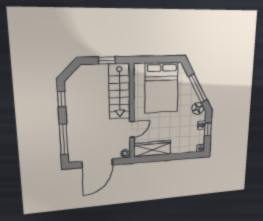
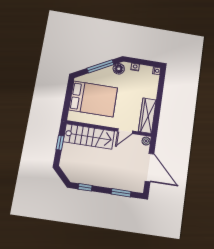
door: (132, 129) -> (125, 131), swing flipped
window: (208, 129) -> (140, 62), removed
window: (64, 139) -> (121, 193), width x0.69

